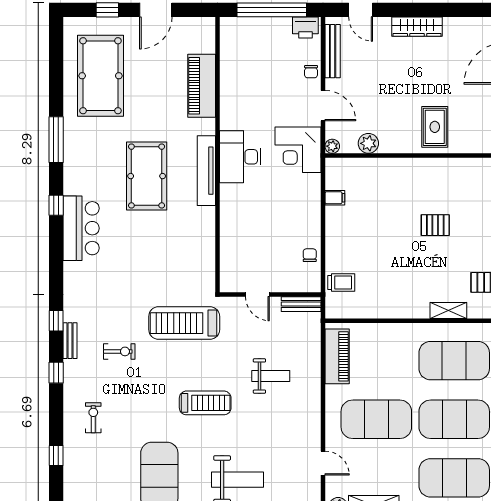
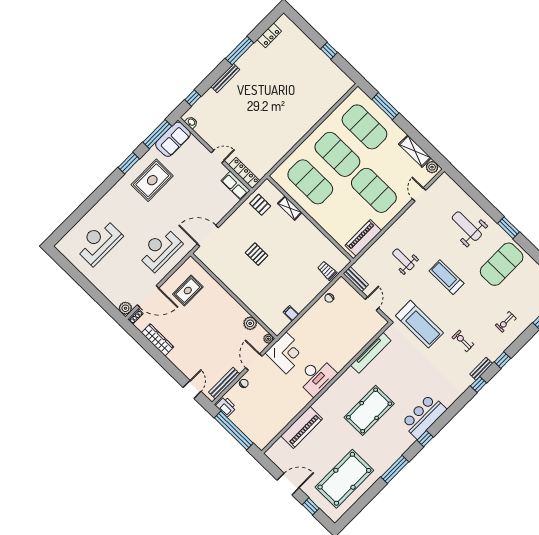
wardrobe: (417, 27) -> (158, 340), moved
rug: (435, 127) -> (188, 291), moved
tv unit: (206, 171) -> (371, 353), moved

